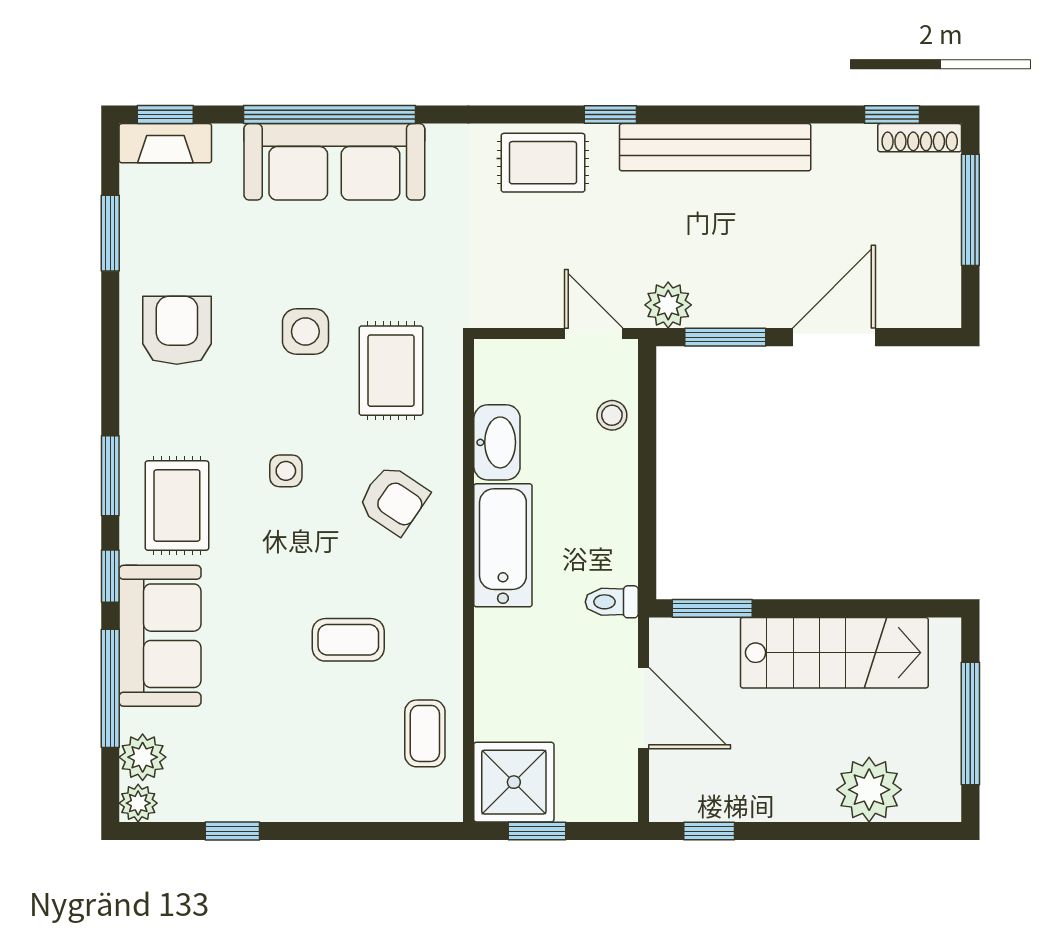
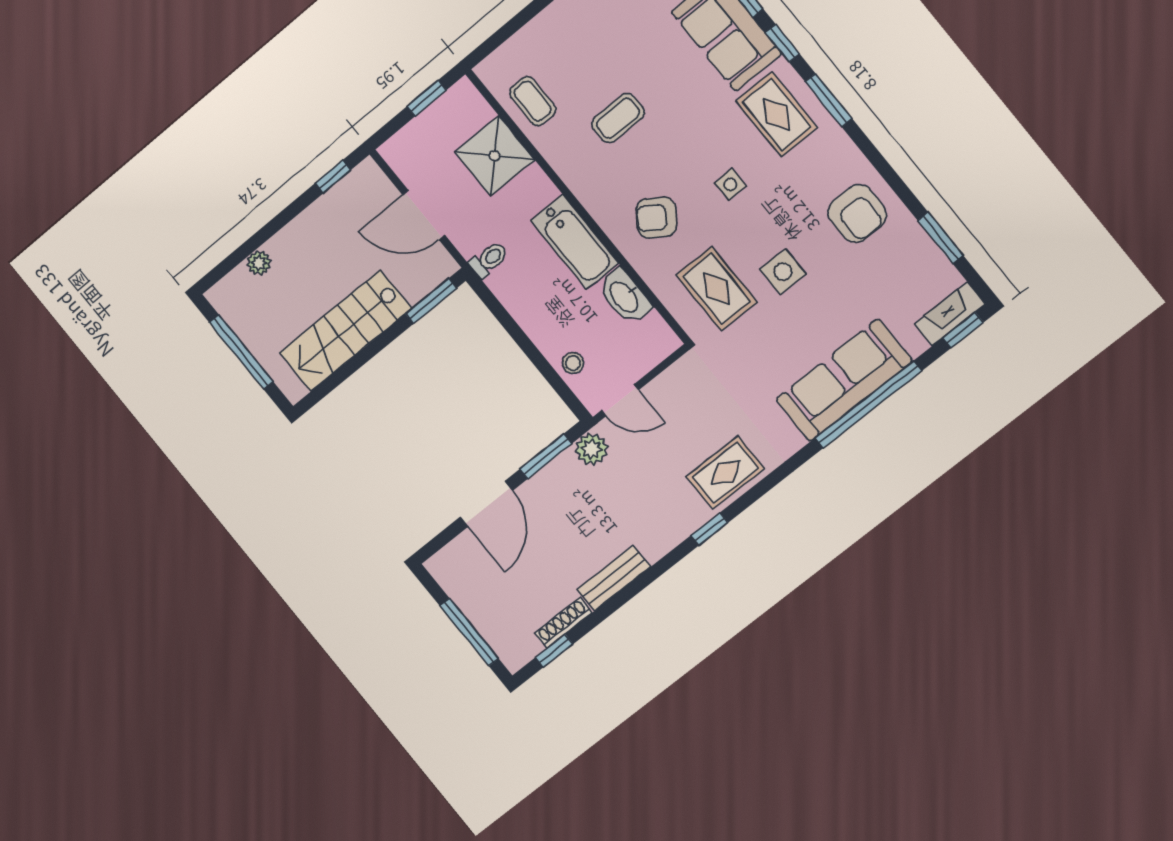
shoe rack: (920, 138) -> (563, 623), moved
bench: (715, 147) -> (614, 578), width x0.54, depth x0.82
shower: (514, 782) -> (495, 156), moved
plant: (869, 790) -> (259, 263), width x0.53, depth x0.53

